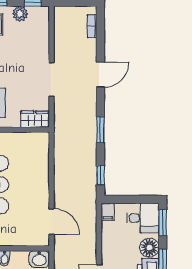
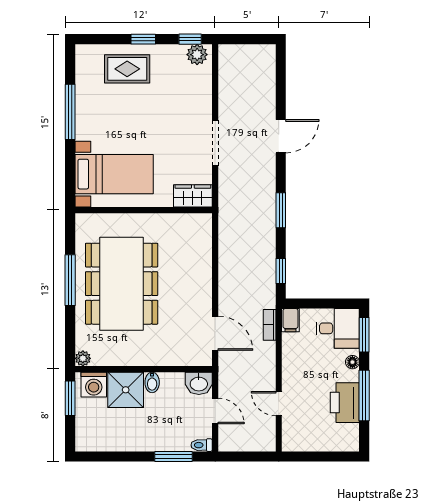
plant: (20, 14) -> (197, 55), moved
bookcase: (92, 26) -> (270, 325), moved
floor lamp: (149, 248) -> (352, 362), width x0.53, depth x0.53

